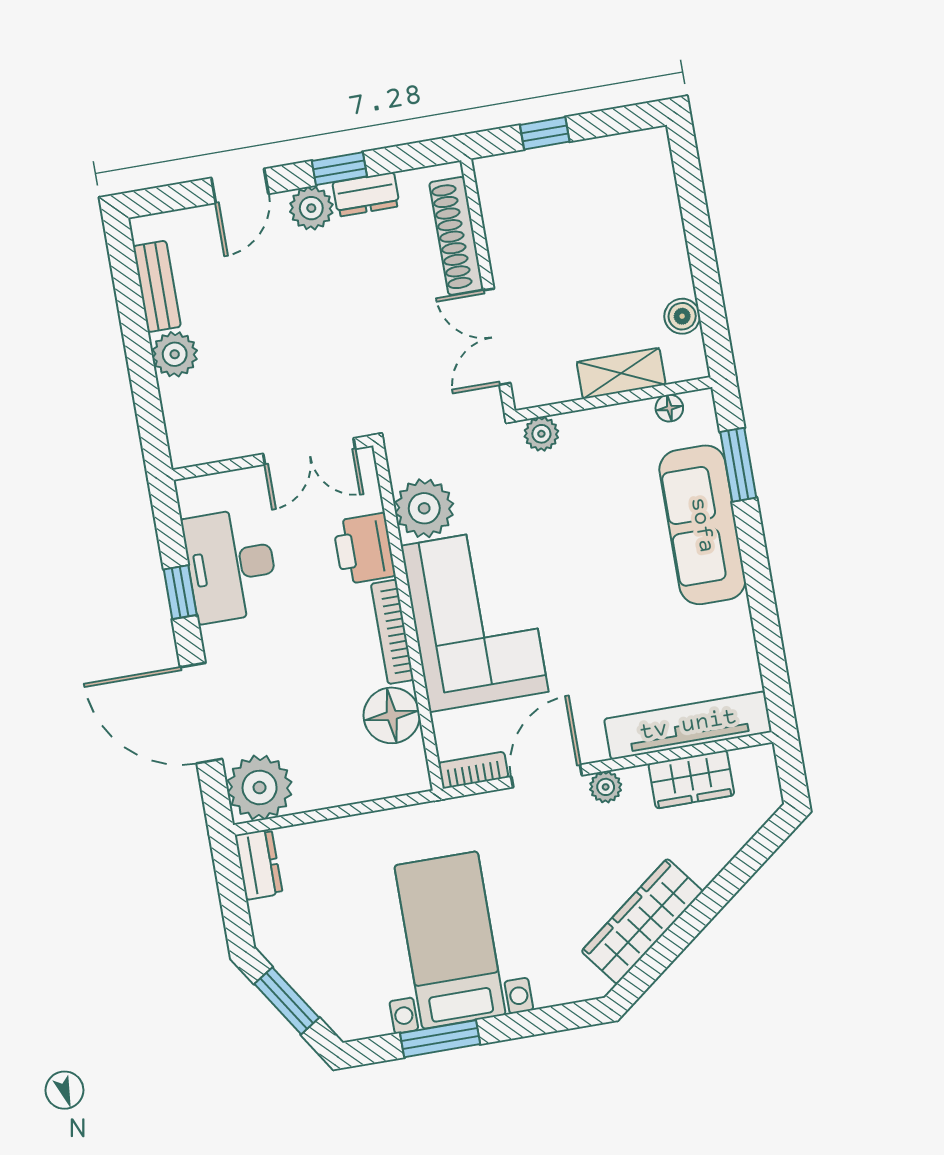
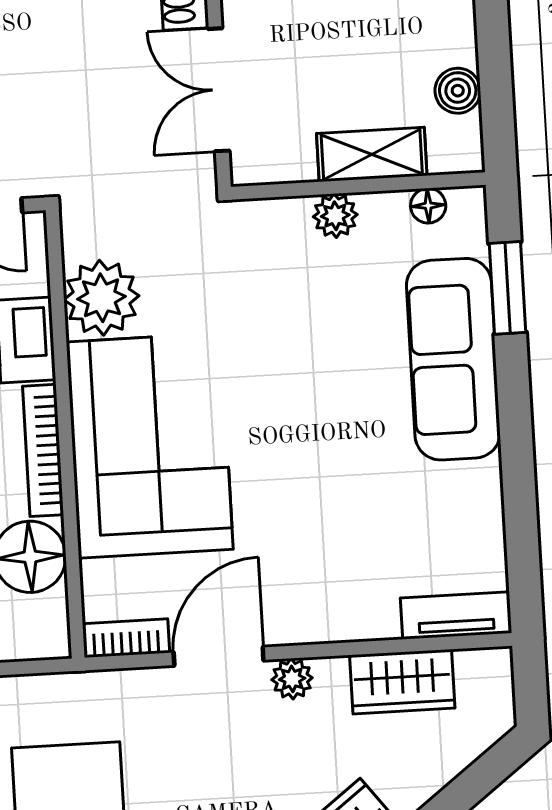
plant: (541, 434) -> (335, 216), moved
tv unit: (688, 725) -> (456, 615), width x0.52, depth x0.78

